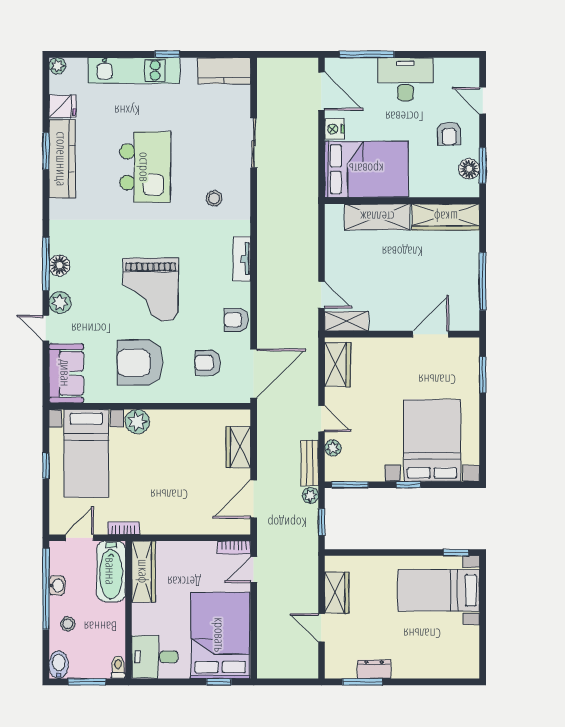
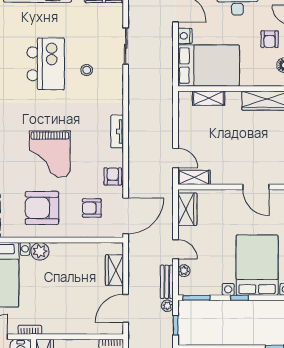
stool: (214, 198) -> (87, 70), moved
shelving: (377, 217) -> (209, 98), width x0.67, depth x0.75
armchair: (236, 320) -> (113, 176), turned 90
door: (431, 334) -> (256, 187), swing flipped

